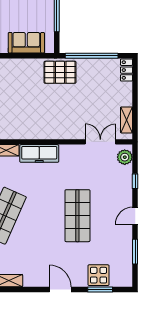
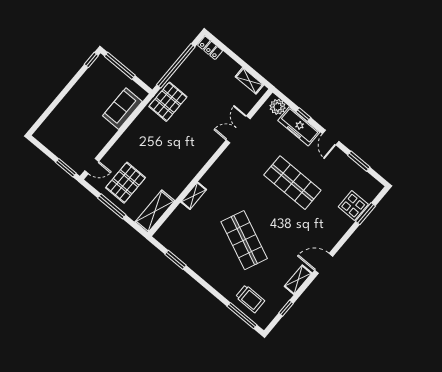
double door: (100, 142) -> (238, 129), moved
freezer: (39, 153) -> (299, 126), moved, turned 90
door: (60, 289) -> (324, 263), moved

